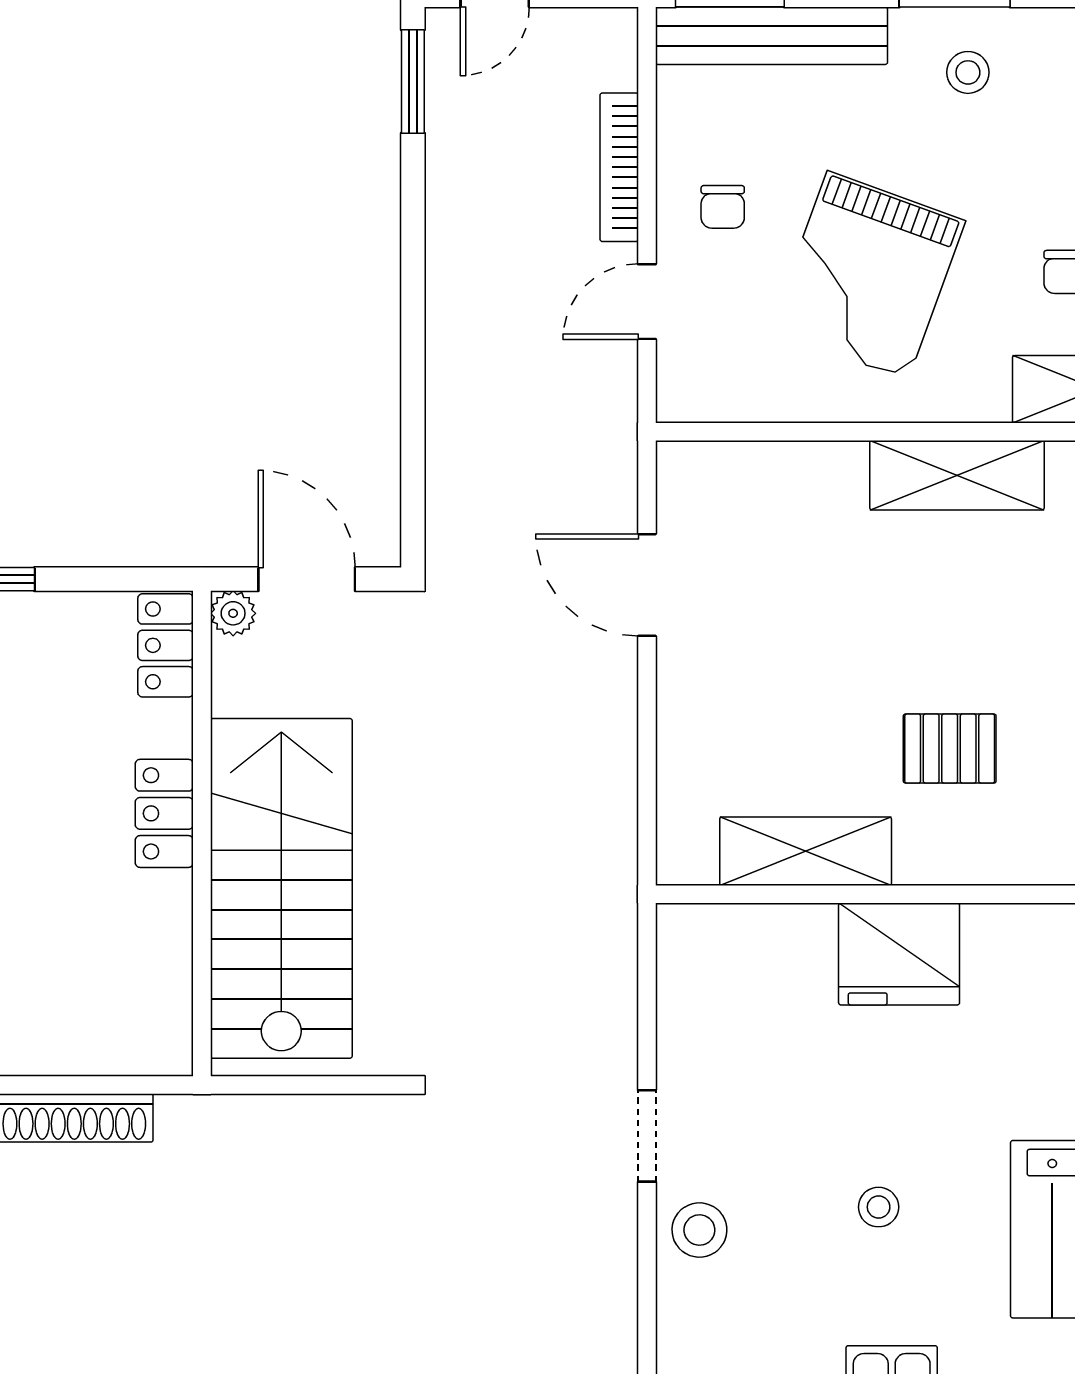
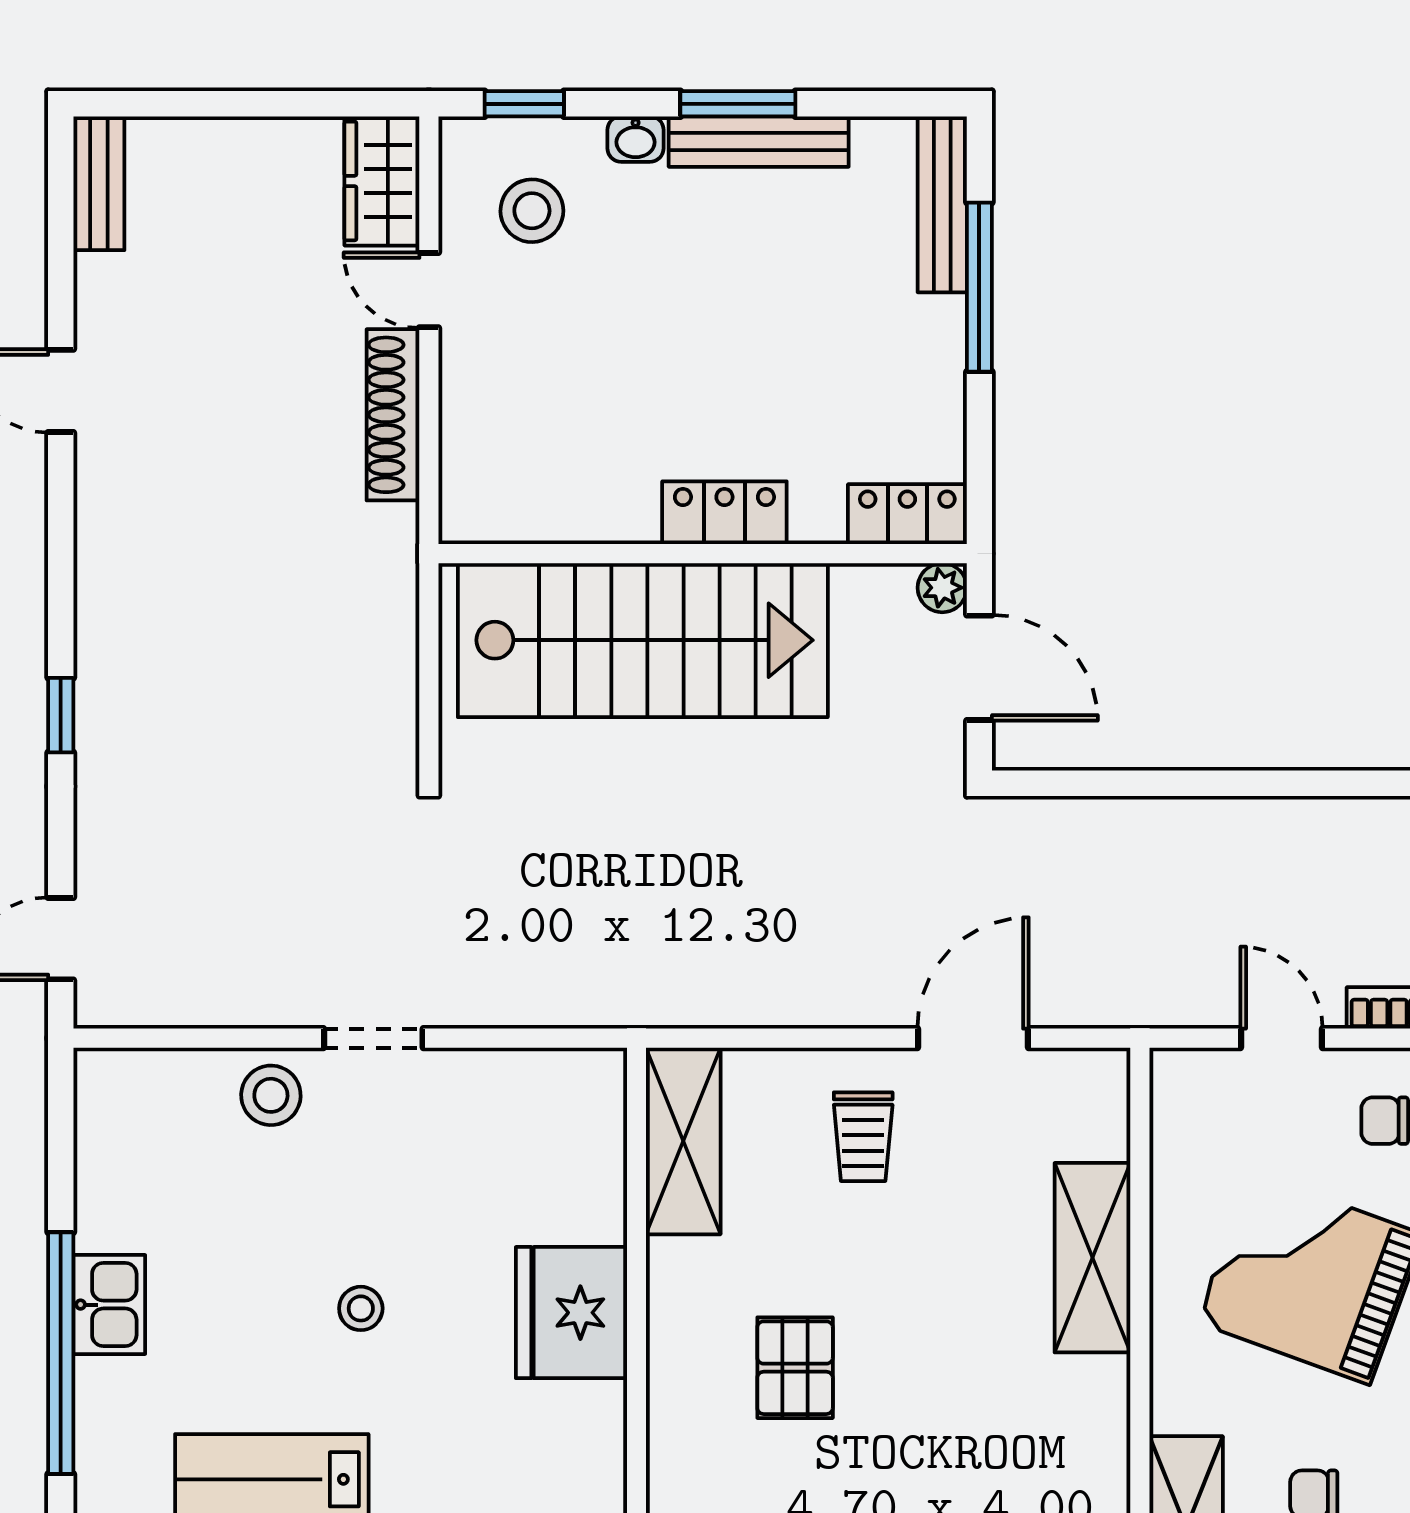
shelving: (957, 475) -> (1092, 1258), moved
door: (307, 579) -> (979, 668), hinge flipped
trolley: (737, 686) -> (863, 1137), added
shelving: (806, 851) -> (683, 1141), moved
stool: (879, 1207) -> (361, 1308), moved

